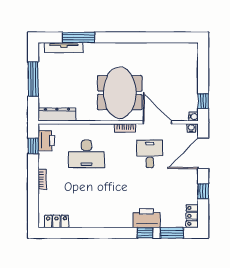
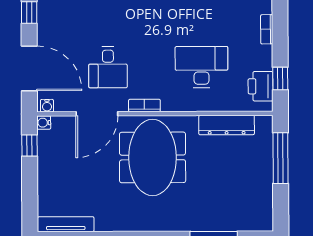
tv unit: (64, 48) -> (66, 224), moved
window: (33, 79) -> (281, 158), moved
dresser: (57, 114) -> (227, 125), moved
door: (157, 122) -> (97, 114), hinge flipped
door: (203, 153) -> (29, 68), hinge flipped

